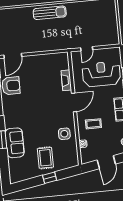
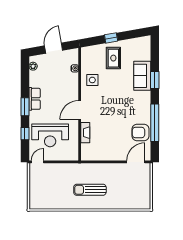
sun lounger: (50, 13) -> (90, 190), moved
door: (87, 49) -> (38, 162), moved
coffee table: (93, 124) -> (63, 87), removed

